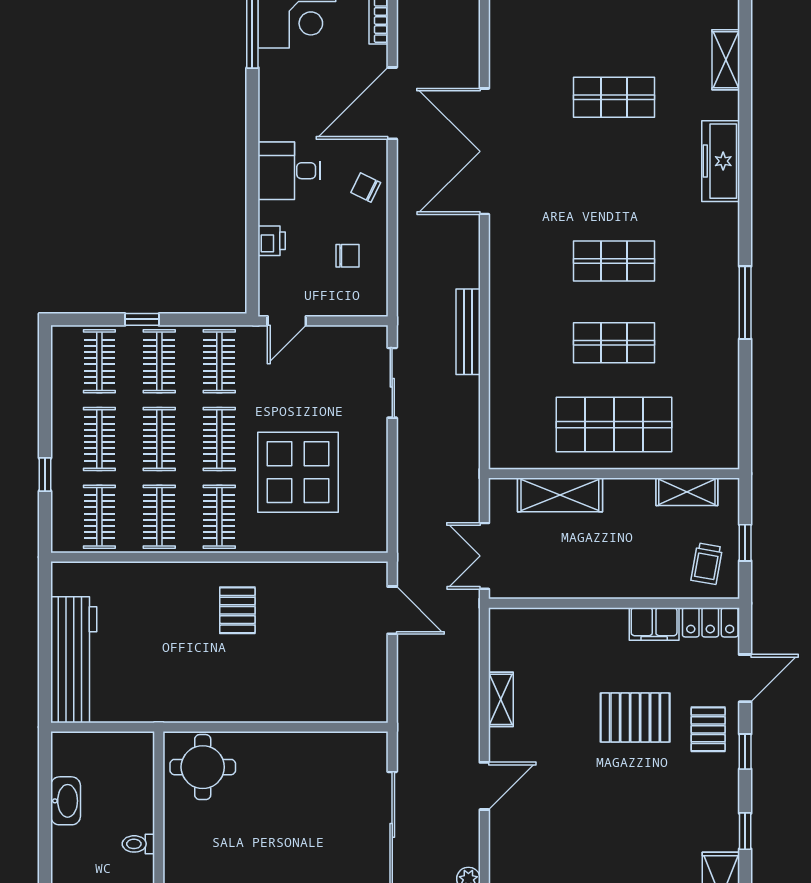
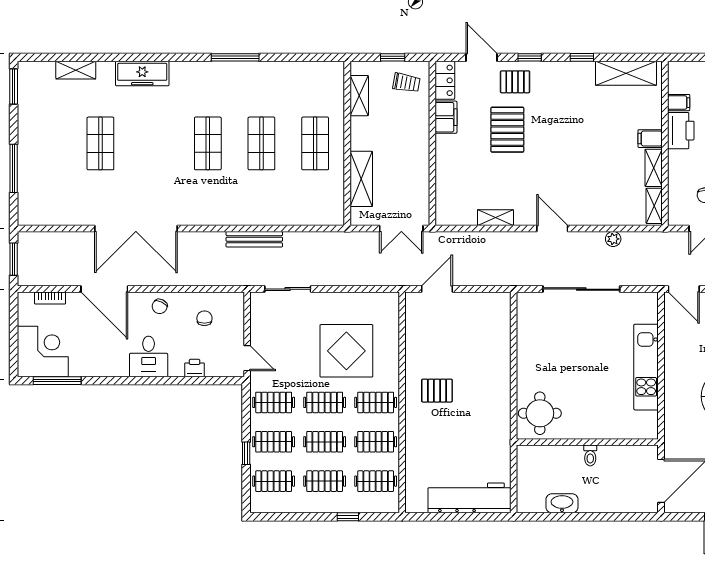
shop shelf: (614, 425) -> (315, 143), width x0.70, depth x0.74

